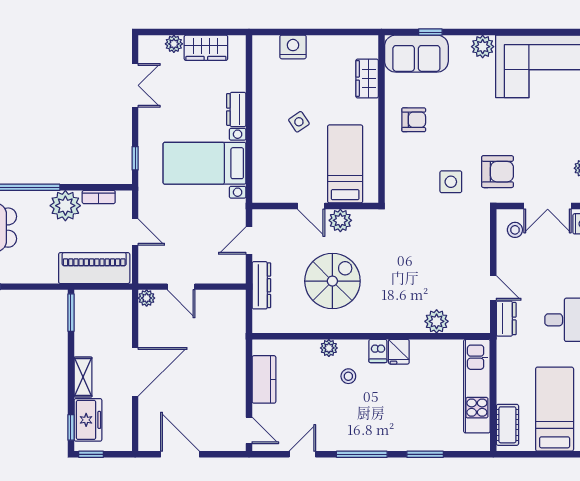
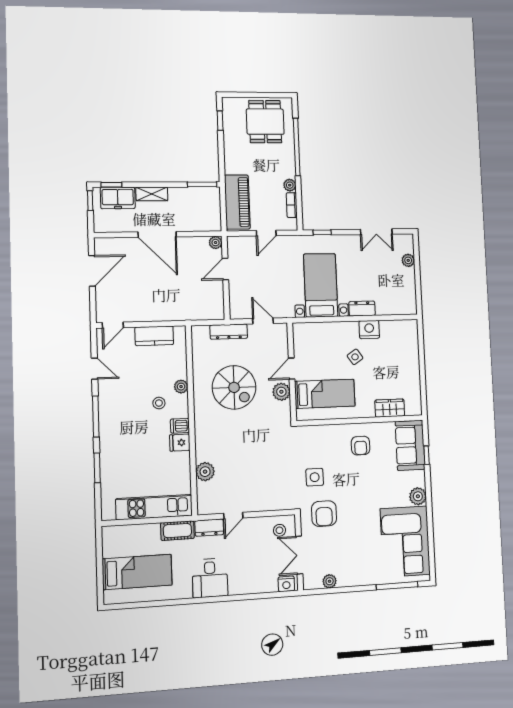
nightstand: (293, 47) -> (369, 330), moved, turned -90
wardrobe: (206, 48) -> (406, 285), removed
plant: (65, 206) -> (290, 185), width x0.53, depth x0.53
cot: (507, 425) -> (177, 531), moved

